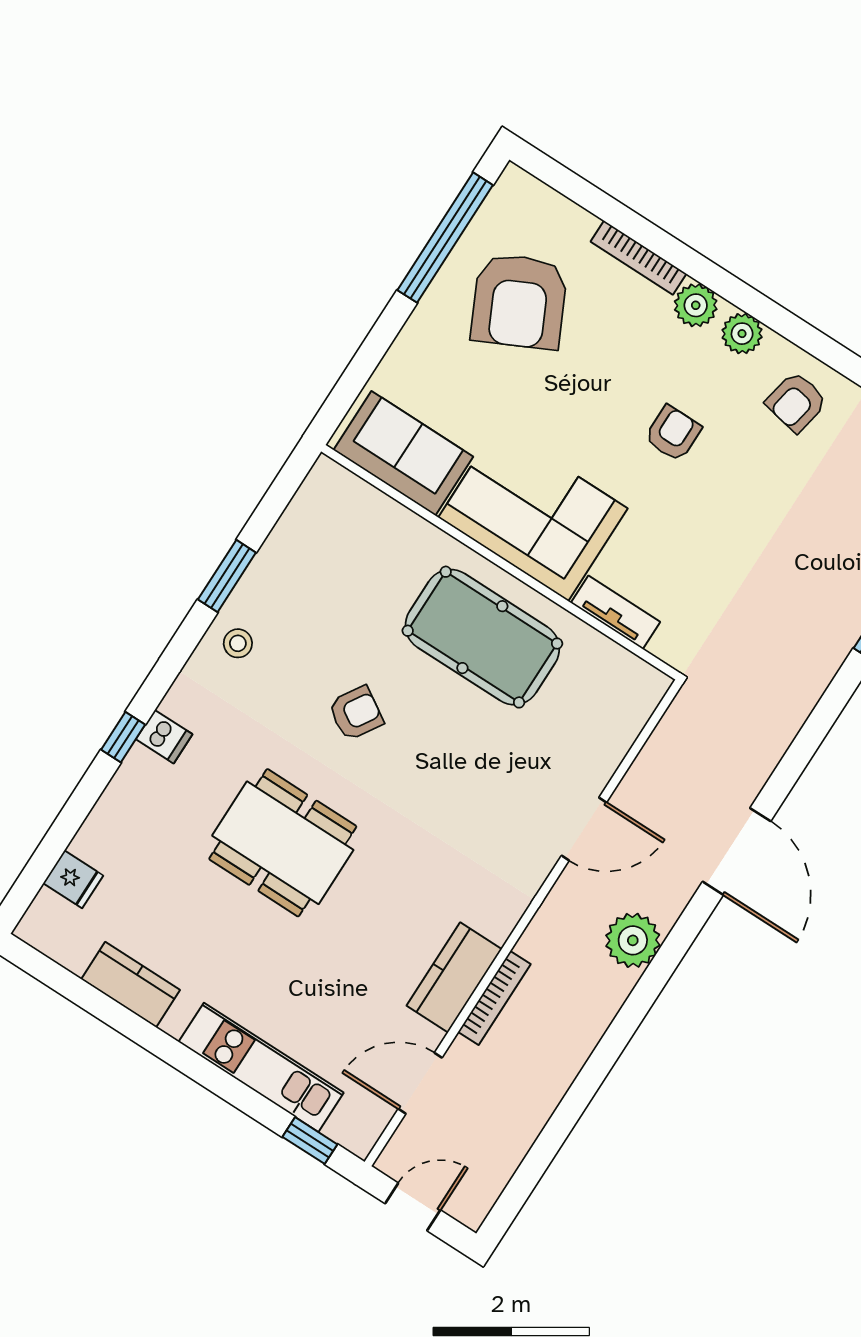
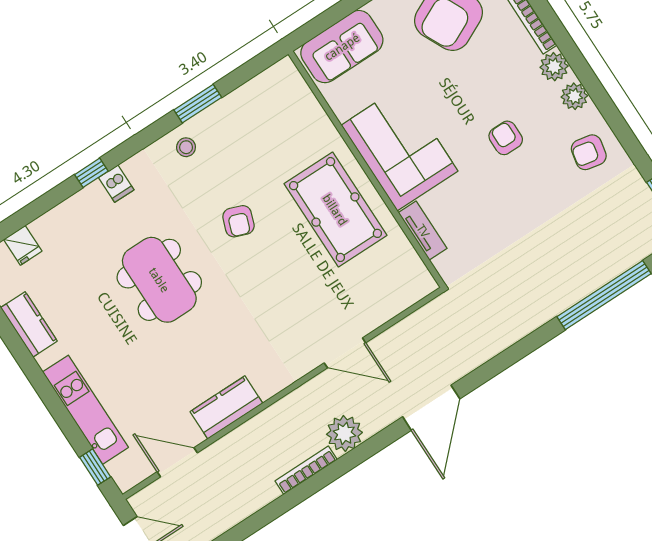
armchair: (673, 433) -> (506, 138), turned -90
sofa: (403, 453) -> (342, 47), moved, turned 90
armchair: (356, 713) -> (238, 221), turned 78
bookcase: (494, 998) -> (306, 470), moved, turned 180

